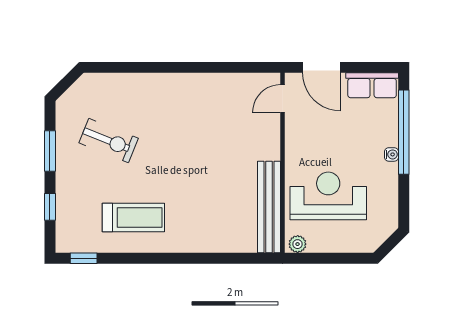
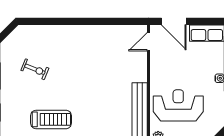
exercise bike: (109, 141) -> (35, 69), width x0.73, depth x0.72

